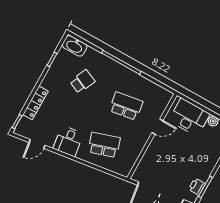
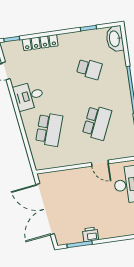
school desk: (126, 106) -> (97, 123), turned 33
school desk: (104, 145) -> (49, 129), turned 36
printer: (197, 187) -> (90, 234), moved

